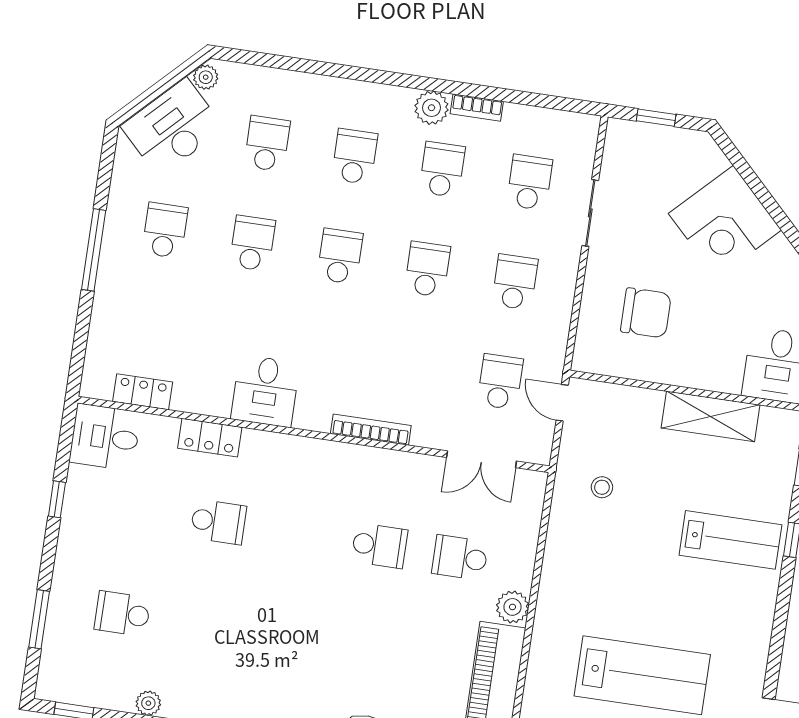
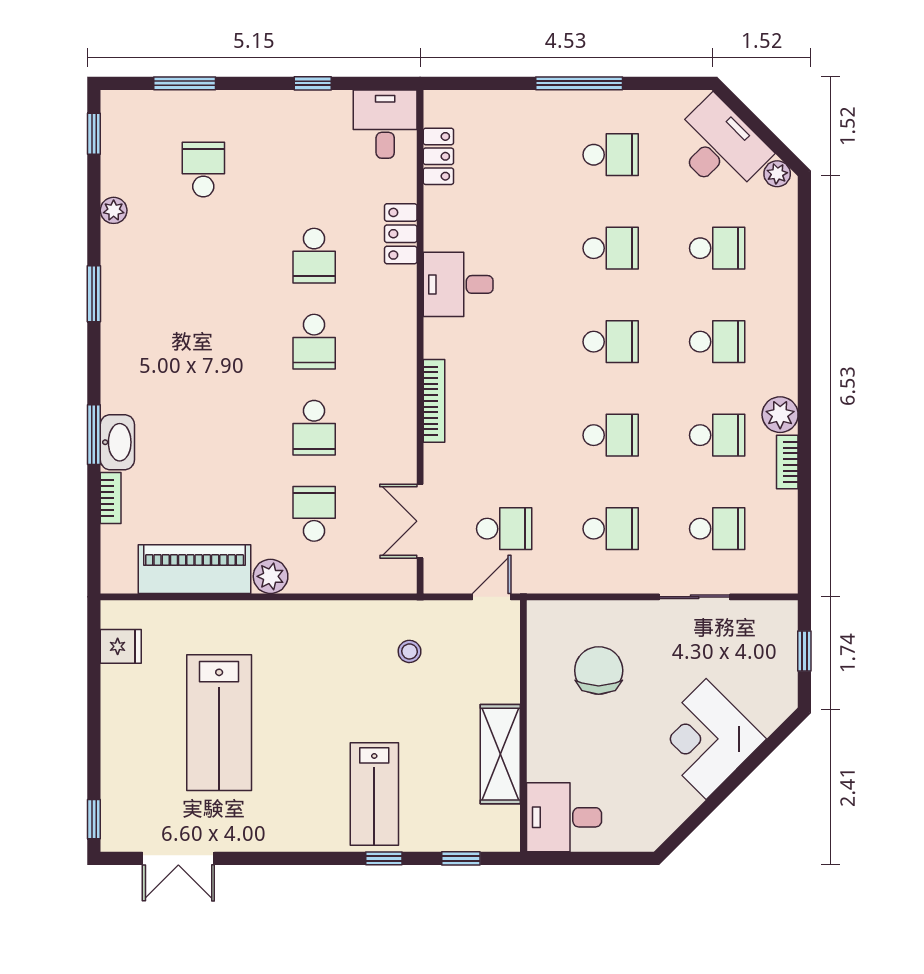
chair: (646, 313) -> (599, 670), turned 180
school desk: (299, 534) -> (314, 342), added

